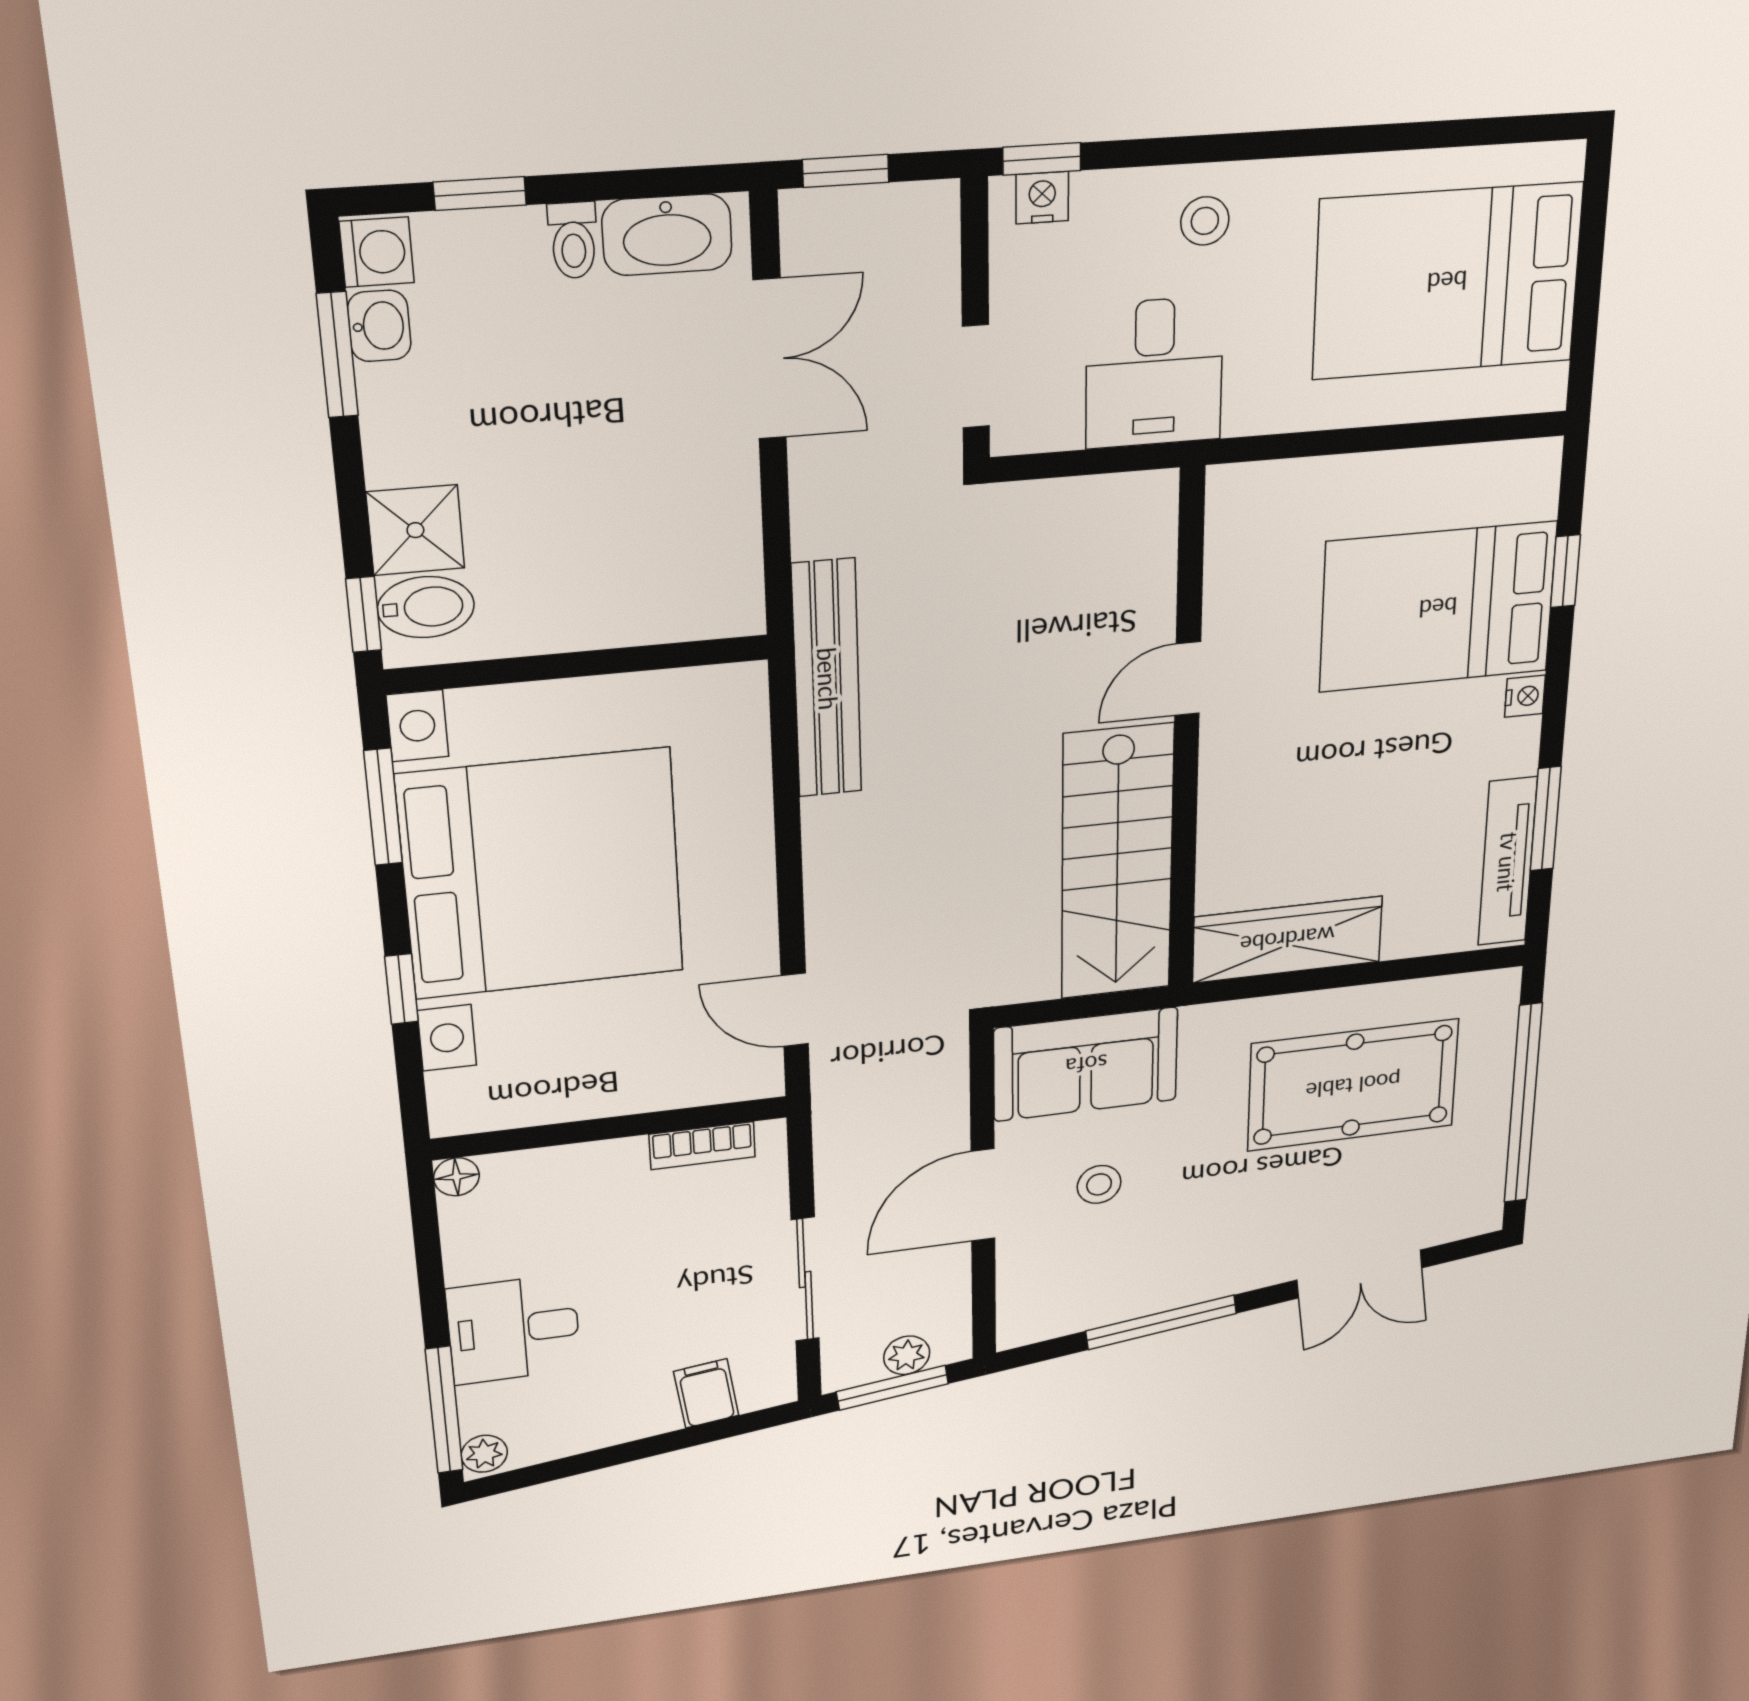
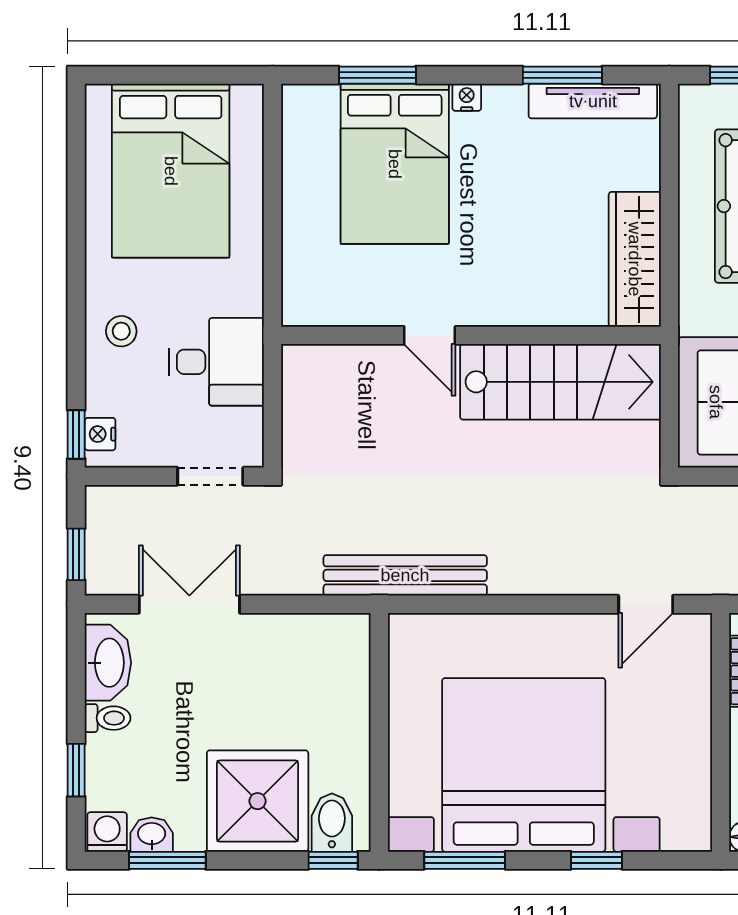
shower: (415, 530) -> (258, 801), width x1.86, depth x1.86
window: (1565, 571) -> (377, 75), width x1.50

